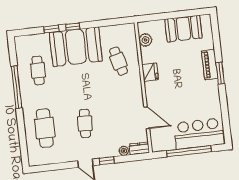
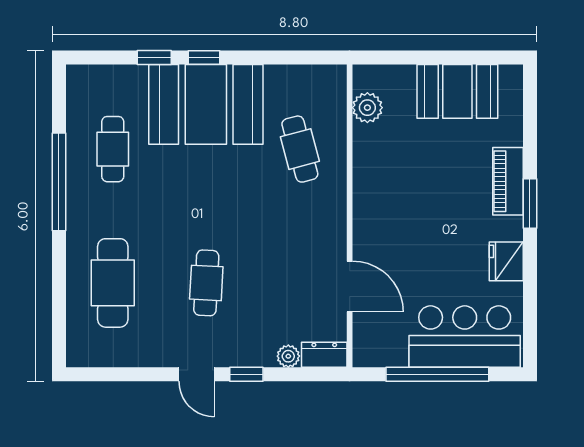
fridge: (150, 72) -> (506, 261), moved, turned 180

